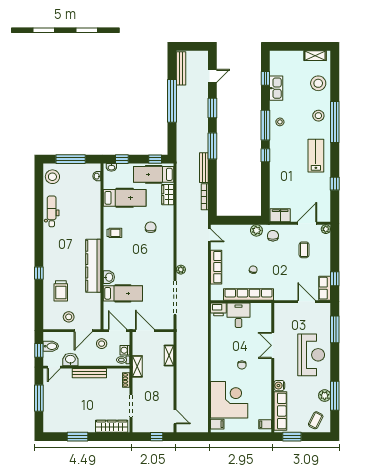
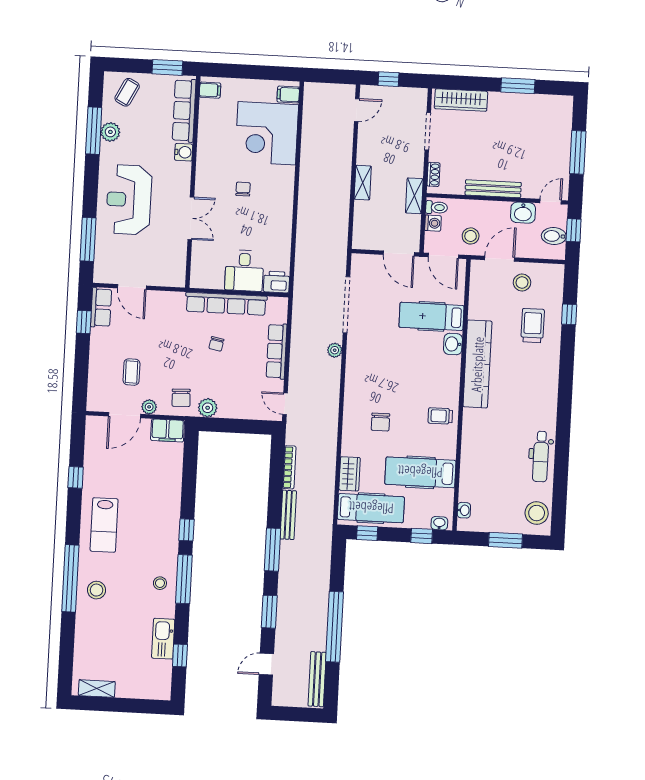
stool: (318, 83) -> (94, 643), removed
window: (71, 159) -> (505, 540), width x0.69
plant: (326, 229) -> (149, 407), moved
window: (39, 273) -> (569, 314), moved
shelving: (169, 356) -> (363, 183), moved
door: (175, 417) -> (357, 110), swing flipped

